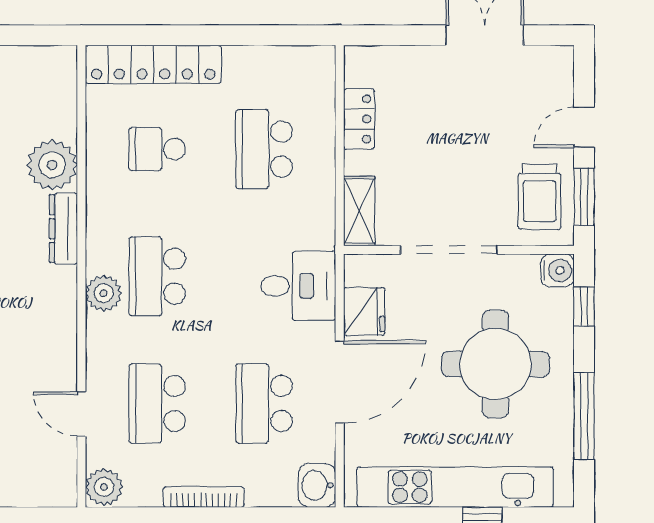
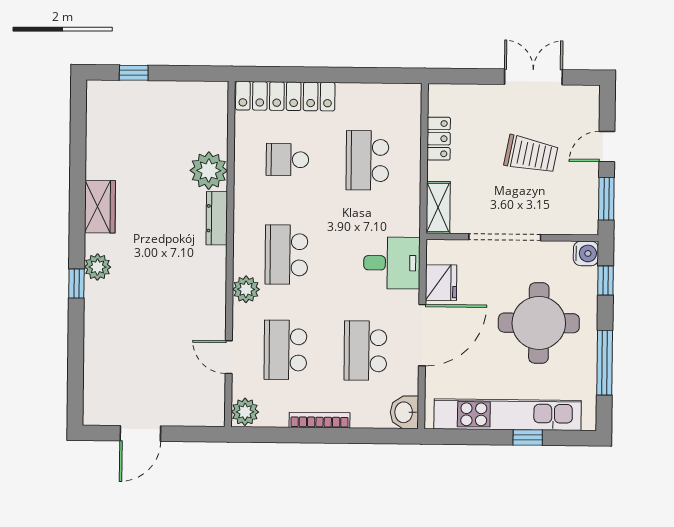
trolley: (540, 197) -> (531, 155), moved, turned -79
plant: (104, 293) -> (246, 289), moved

